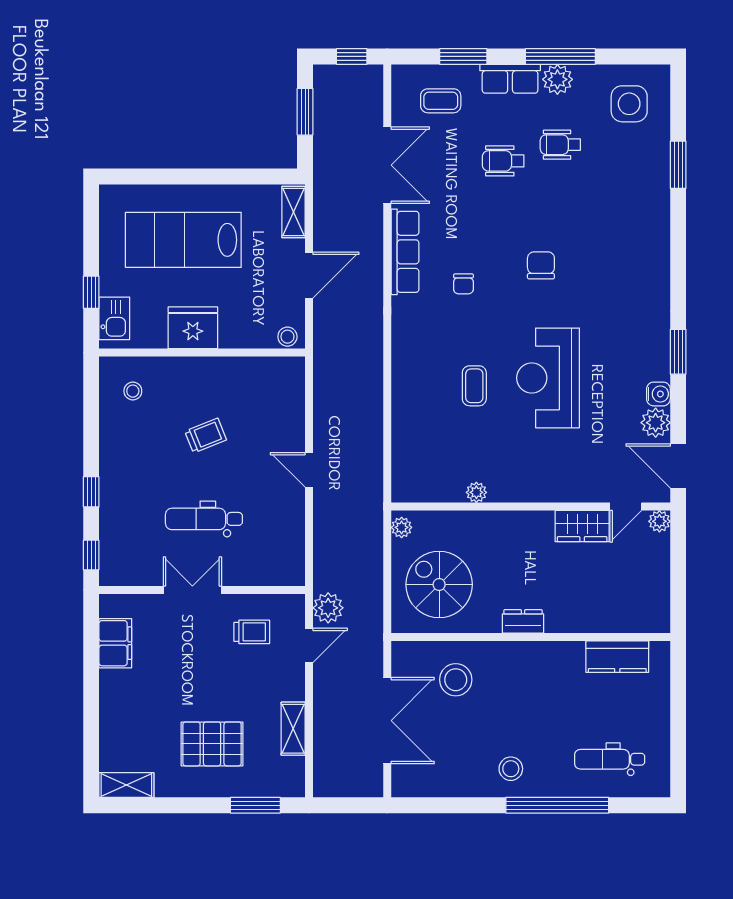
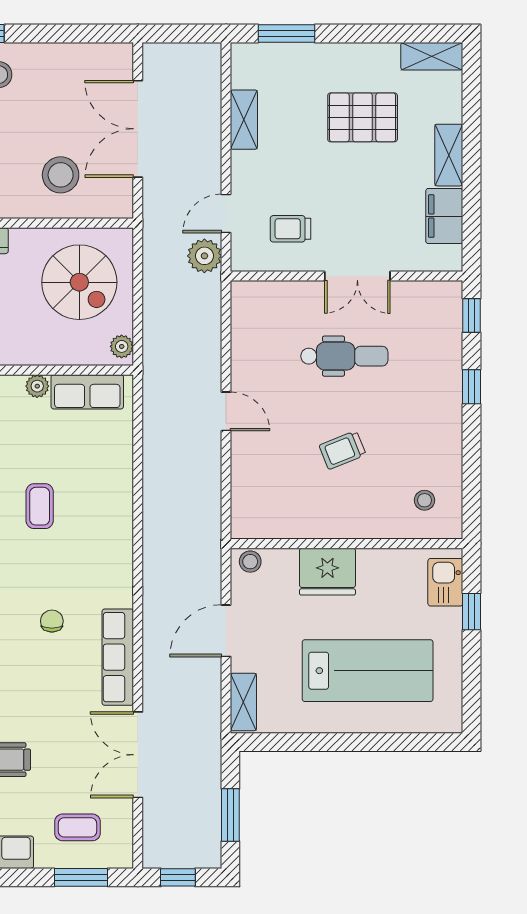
window: (463, 56) -> (81, 877), moved
fridge: (193, 328) -> (327, 572), moved
row of seats: (432, 487) -> (87, 392), added
shelving: (111, 697) -> (449, 155), added
pallet: (212, 744) -> (363, 117), moved

